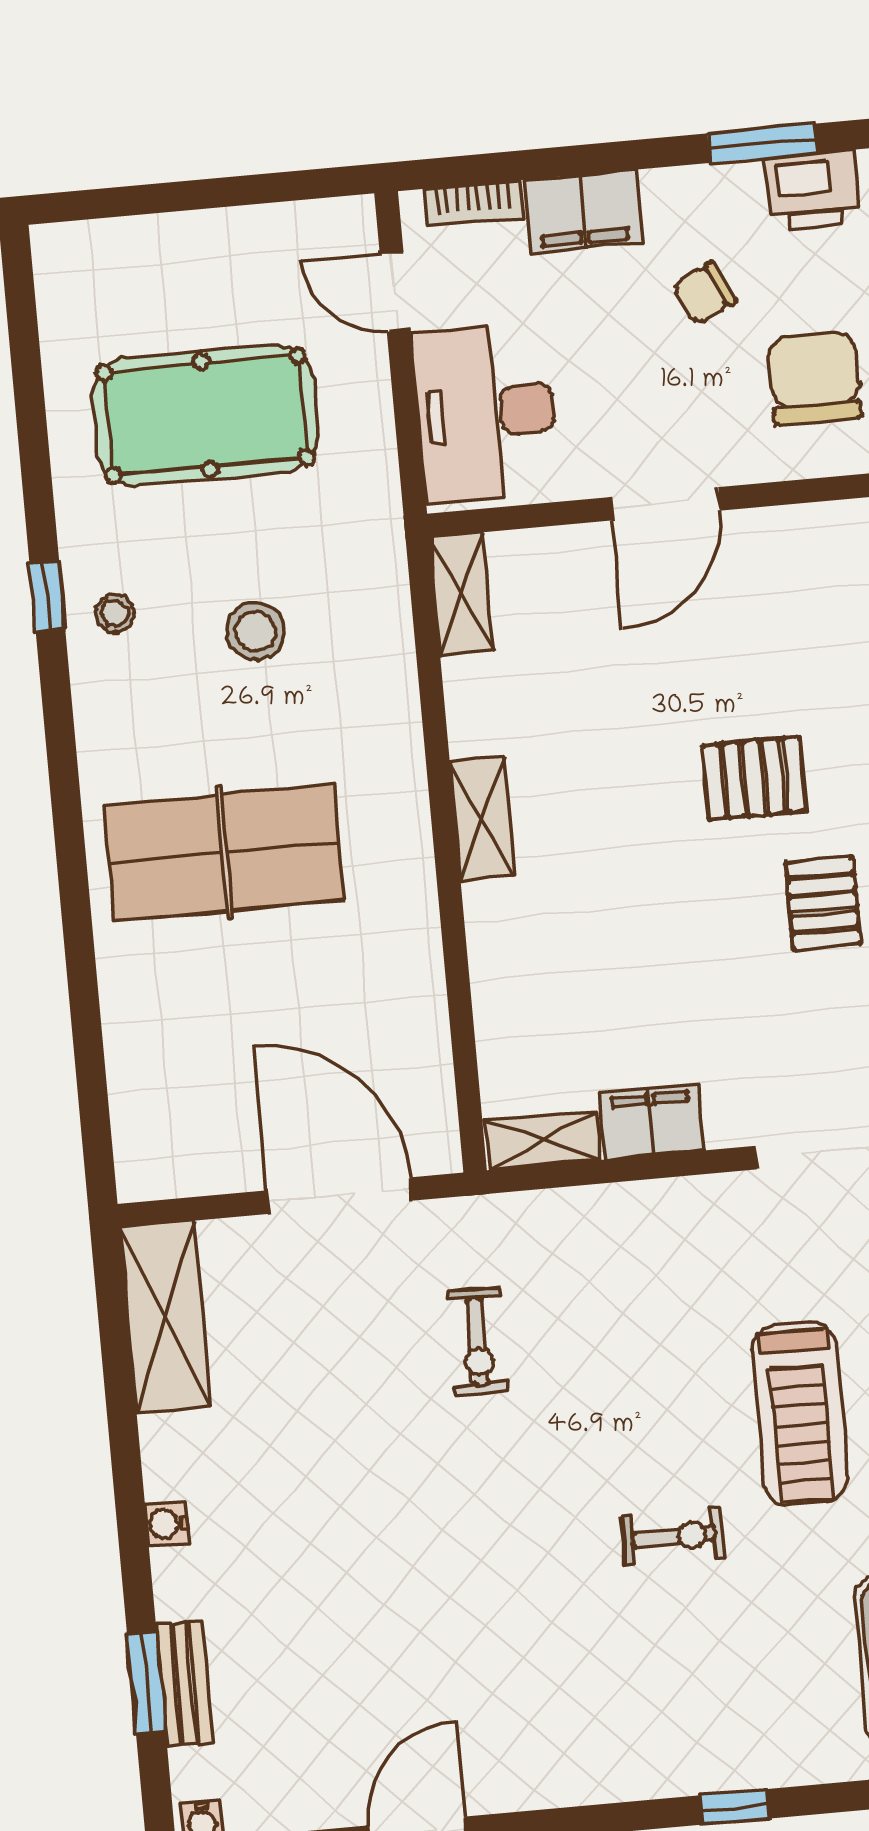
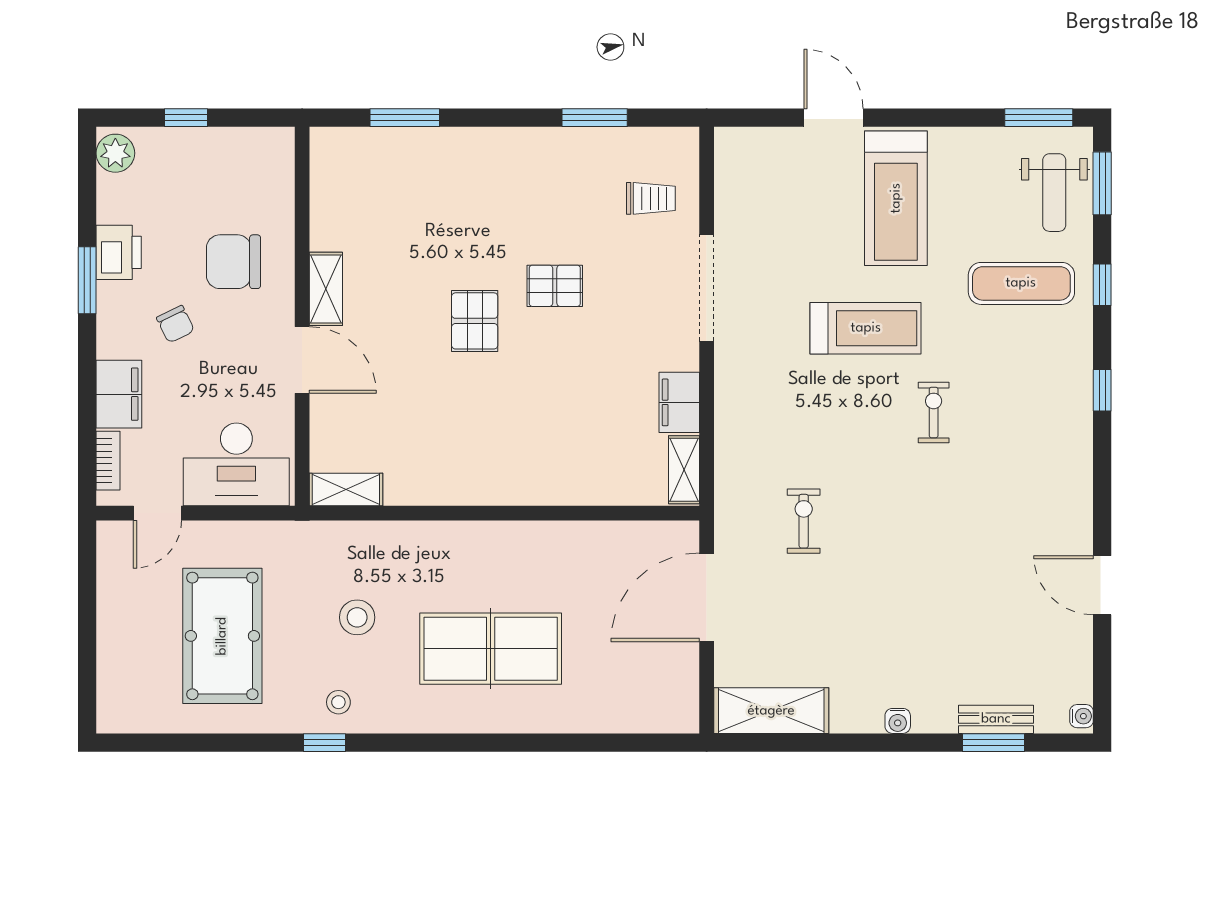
shelving: (482, 819) -> (326, 289), moved, turned 90
table tennis table: (224, 852) -> (491, 649), turned 90
exercise bike: (478, 1342) -> (804, 521), turned -90

